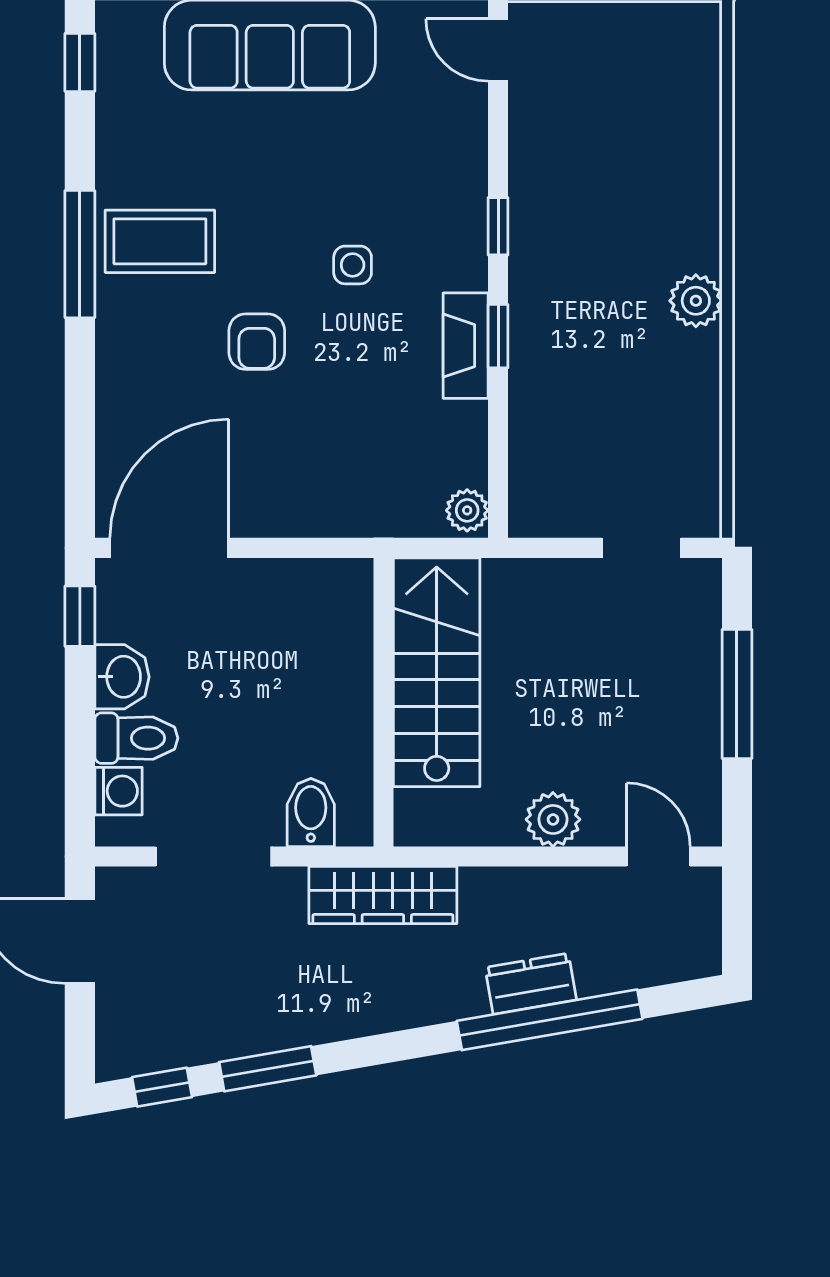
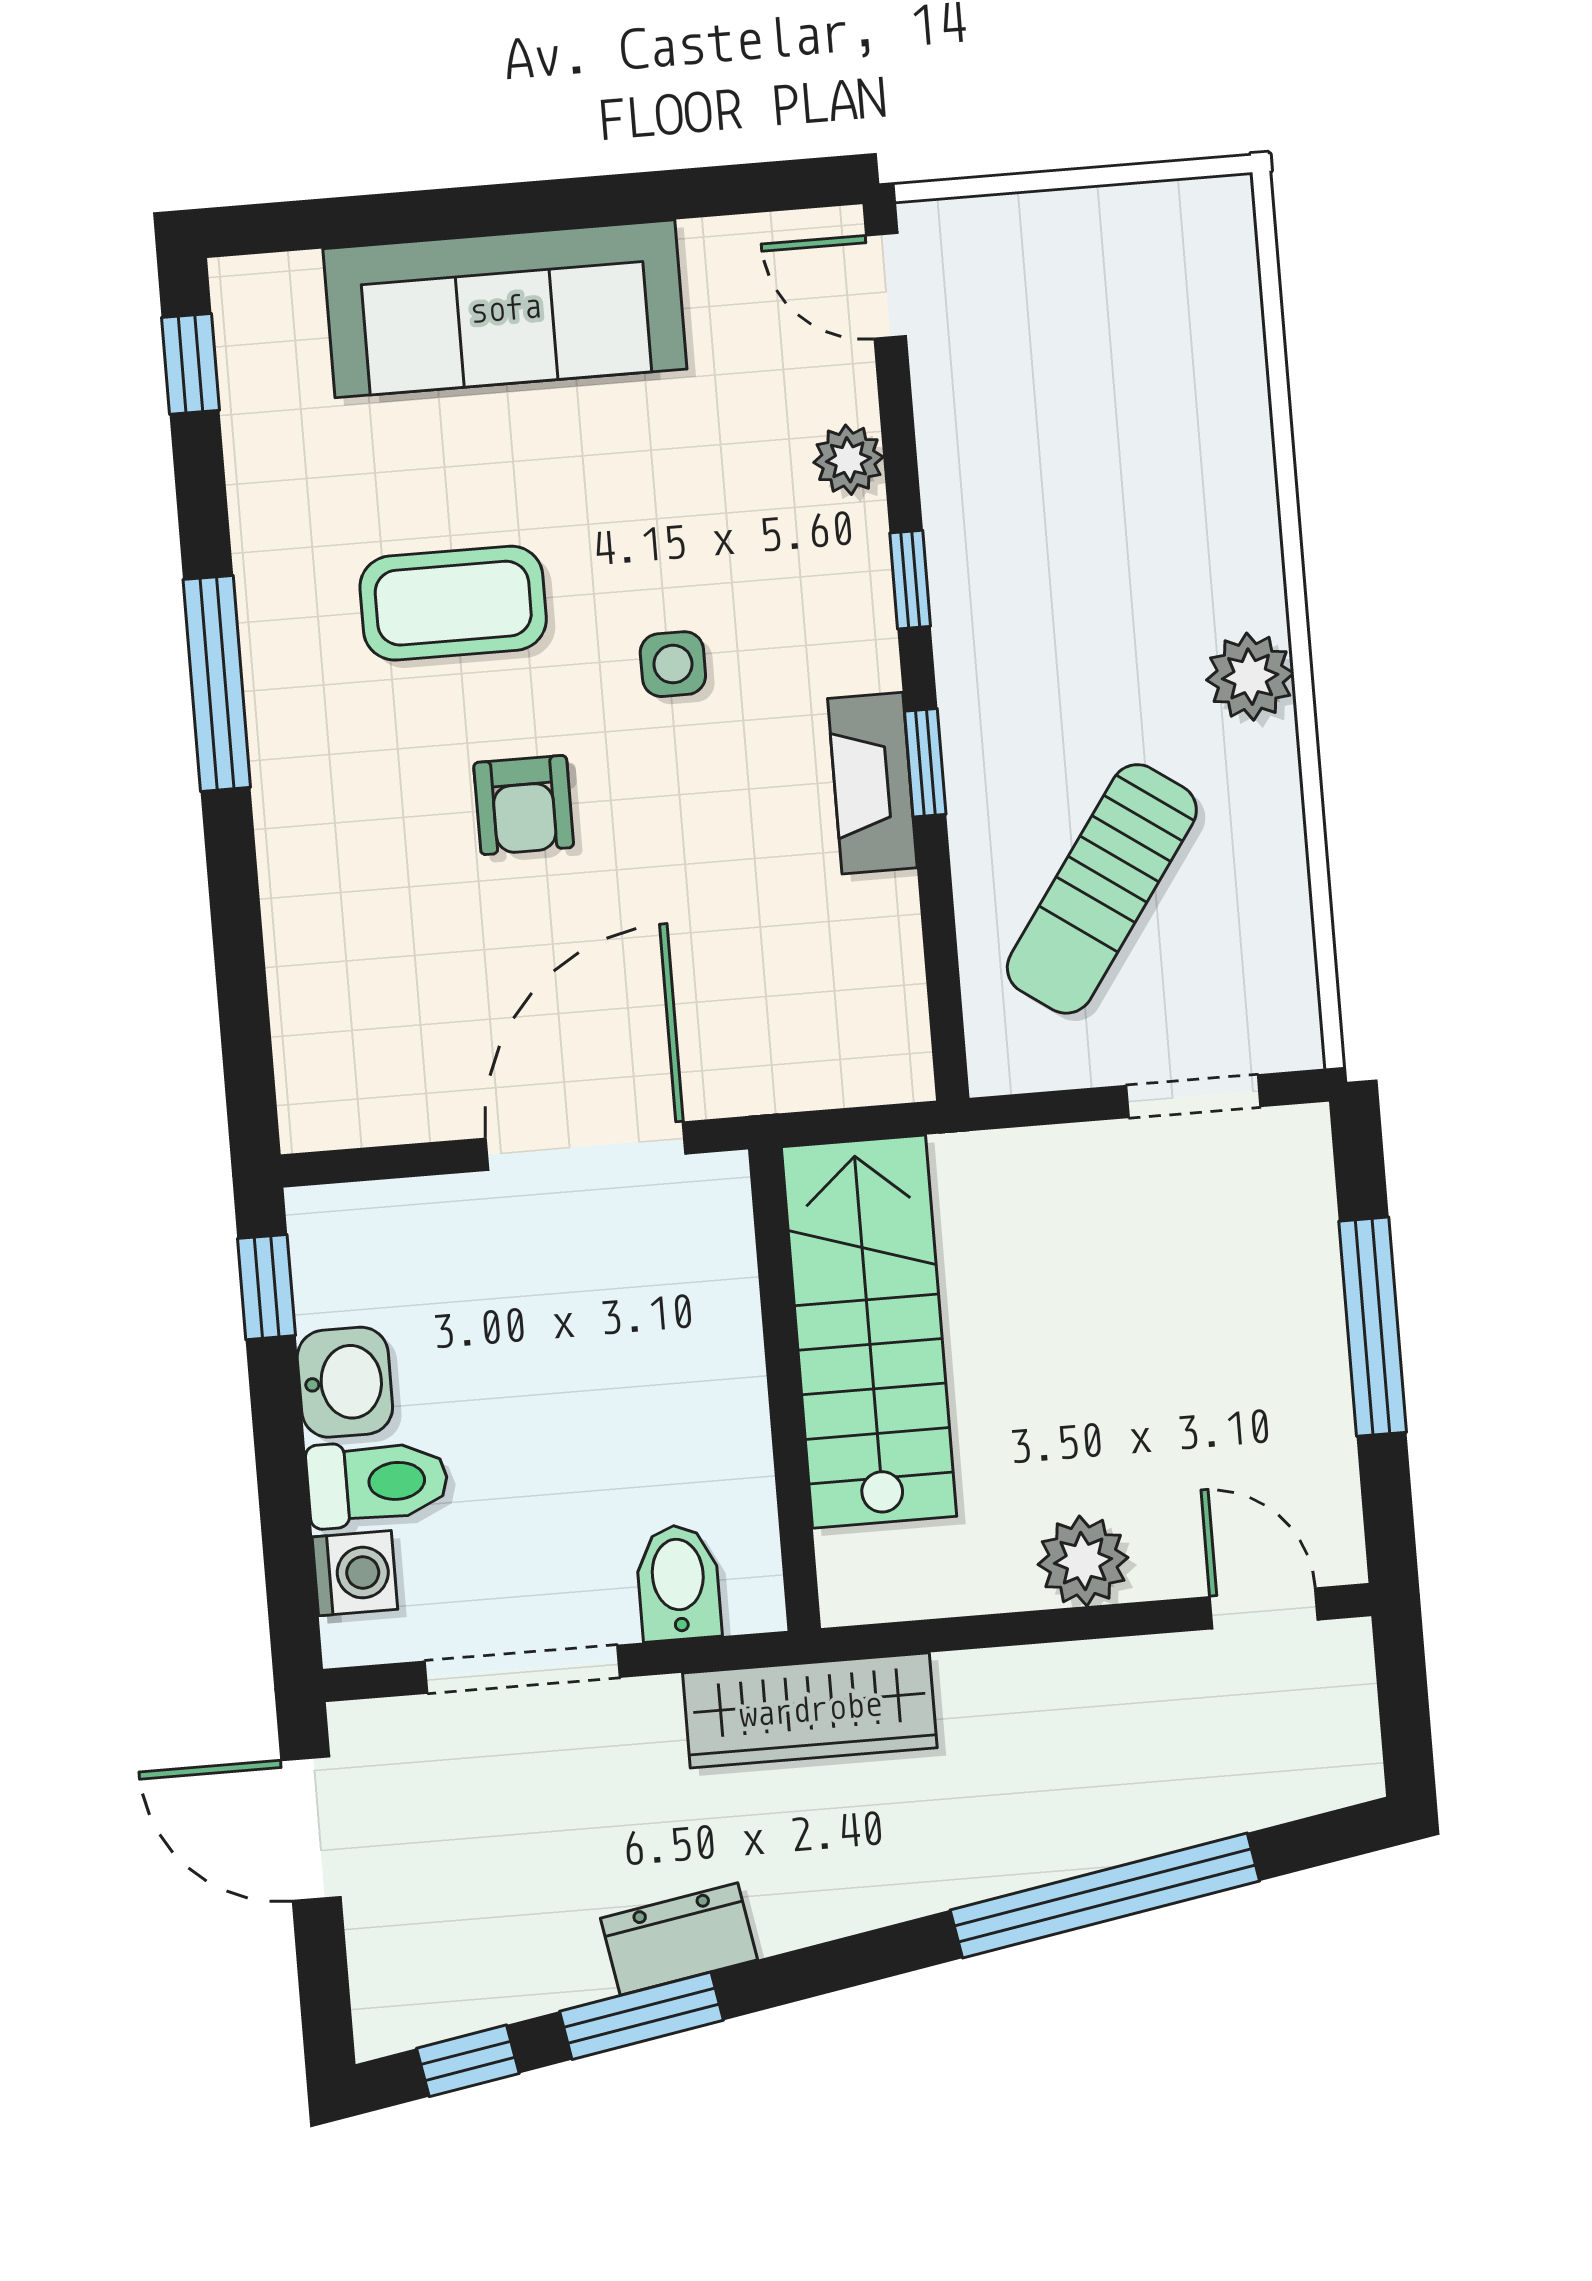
coffee table: (160, 241) -> (453, 603), moved
sun lounger: (597, 420) -> (1102, 889), added
plant: (467, 510) -> (848, 460), moved
door: (169, 548) -> (586, 1146), moved
dresser: (531, 984) -> (679, 1939), moved

